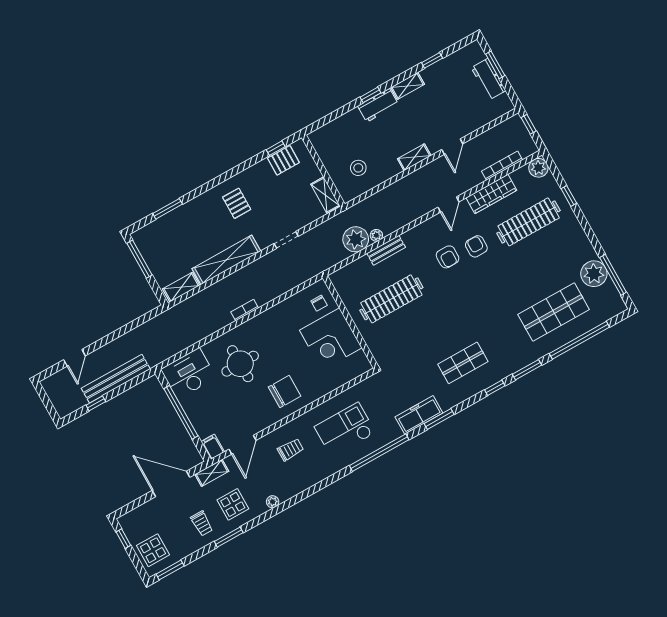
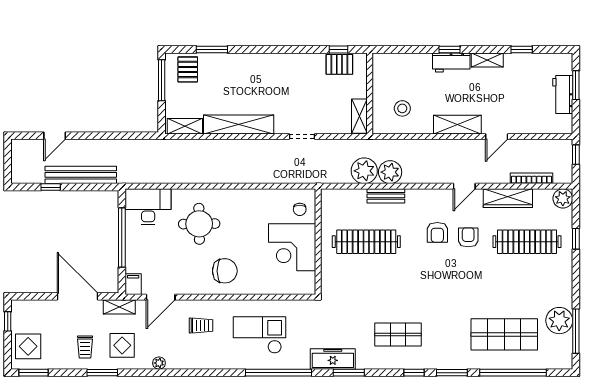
shelving: (414, 157) -> (457, 125), width x1.50, depth x1.33
pallet: (237, 203) -> (188, 69), moved
plant: (376, 235) -> (390, 172), width x1.87, depth x1.87
bookcase: (245, 310) -> (230, 178), removed

